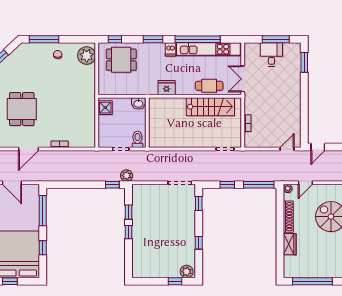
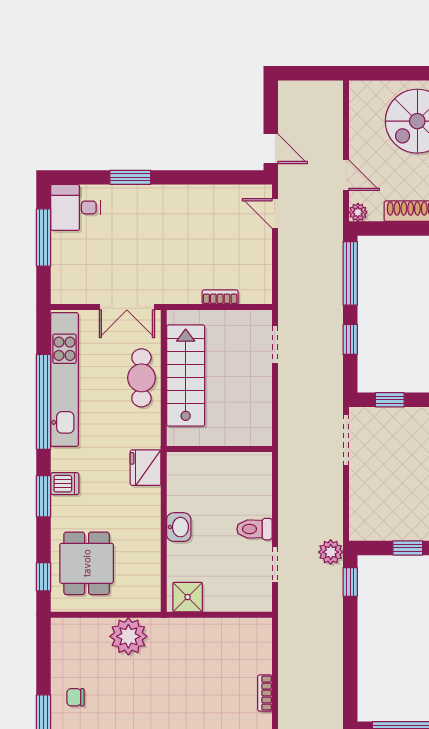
dishwasher: (171, 49) -> (65, 484), moved
desk: (271, 54) -> (75, 207), moved
plant: (87, 56) -> (128, 636), moved
window: (304, 62) -> (130, 177), moved
wall: (147, 123) -> (219, 449), moved

